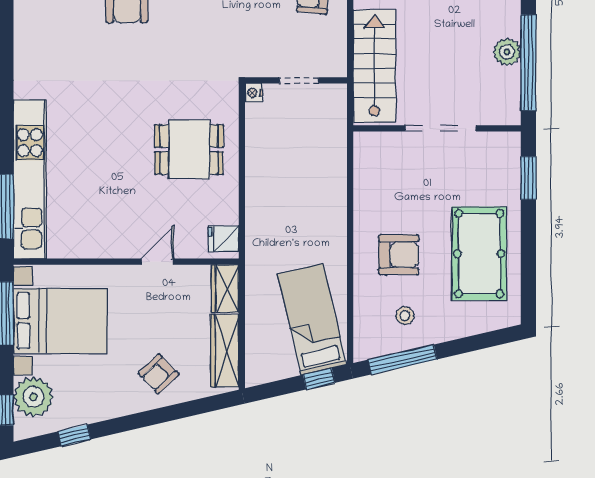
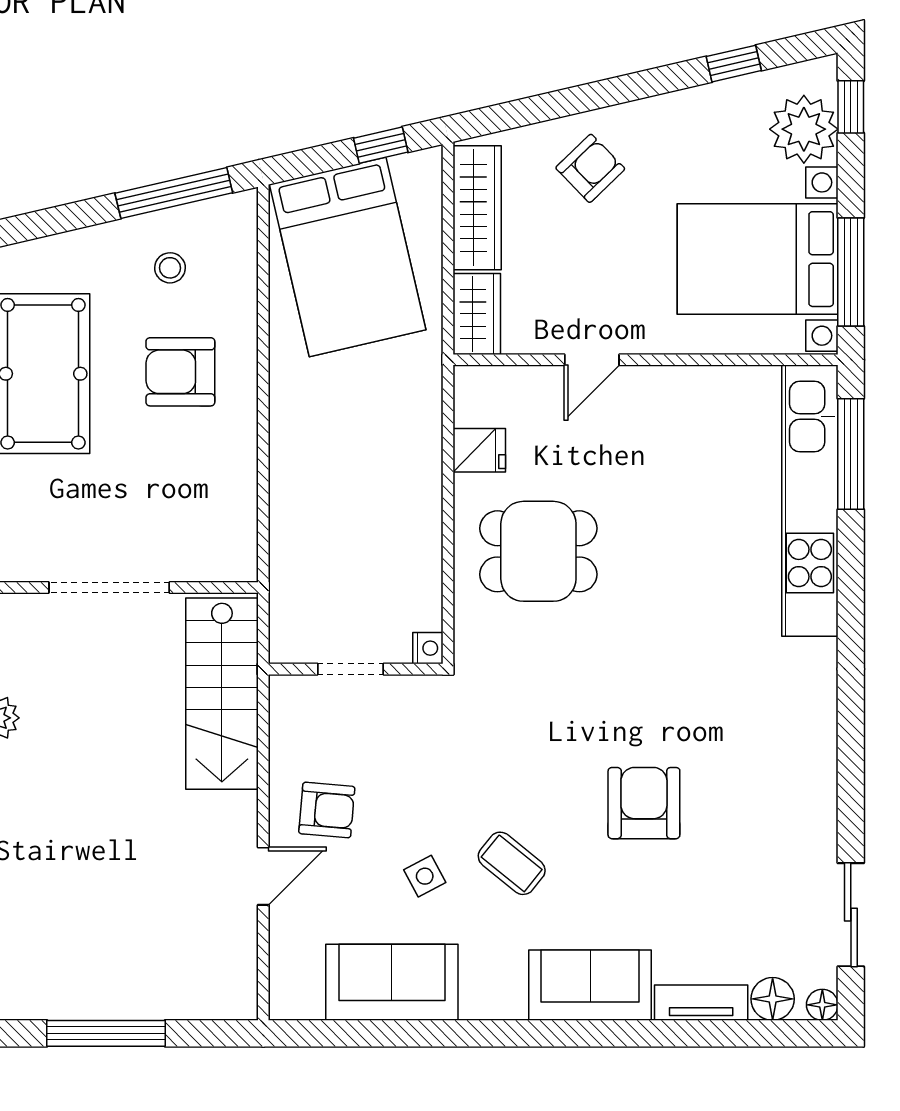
fridge: (224, 239) -> (479, 450), moved
bed: (312, 319) -> (348, 257), width x1.50
window: (319, 379) -> (381, 145), moved

